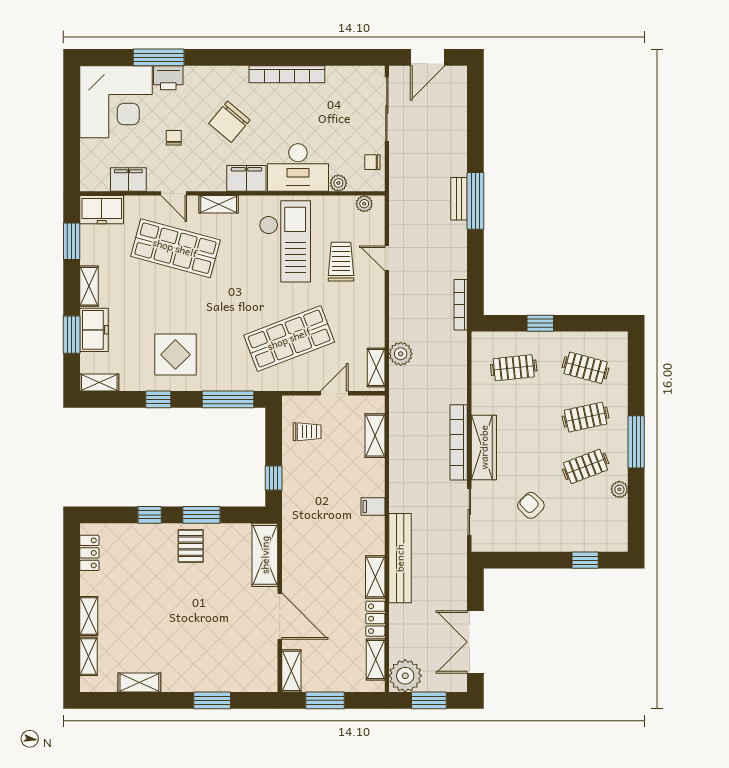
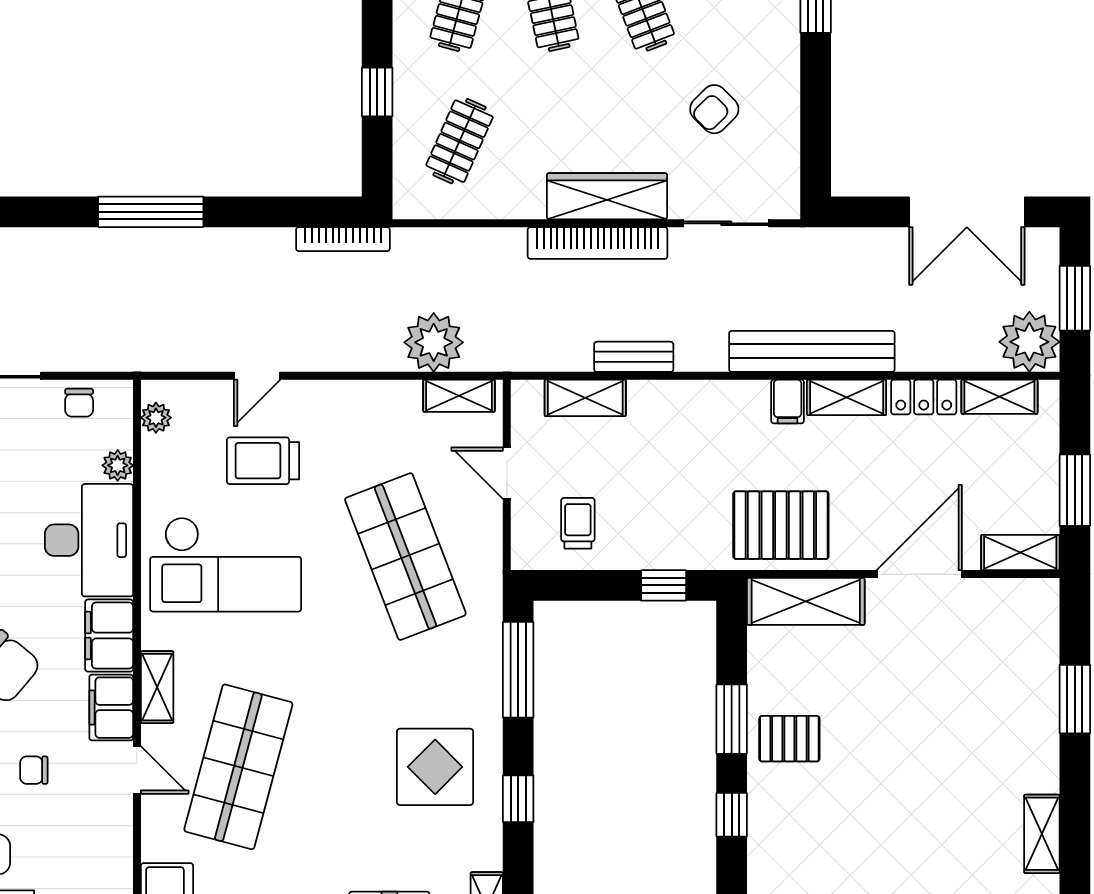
filing cabinet: (128, 180) -> (111, 708), moved
door: (174, 193) -> (137, 770), hinge flipped
bench: (459, 199) -> (634, 357), moved
checkout: (285, 241) -> (226, 564), turned 180
plant: (401, 354) -> (434, 342), width x1.36, depth x1.36
clothes rail: (514, 368) -> (460, 141), turned 30
filing cabinet: (373, 507) -> (788, 401), moved
pallet: (306, 541) -> (781, 525), added

